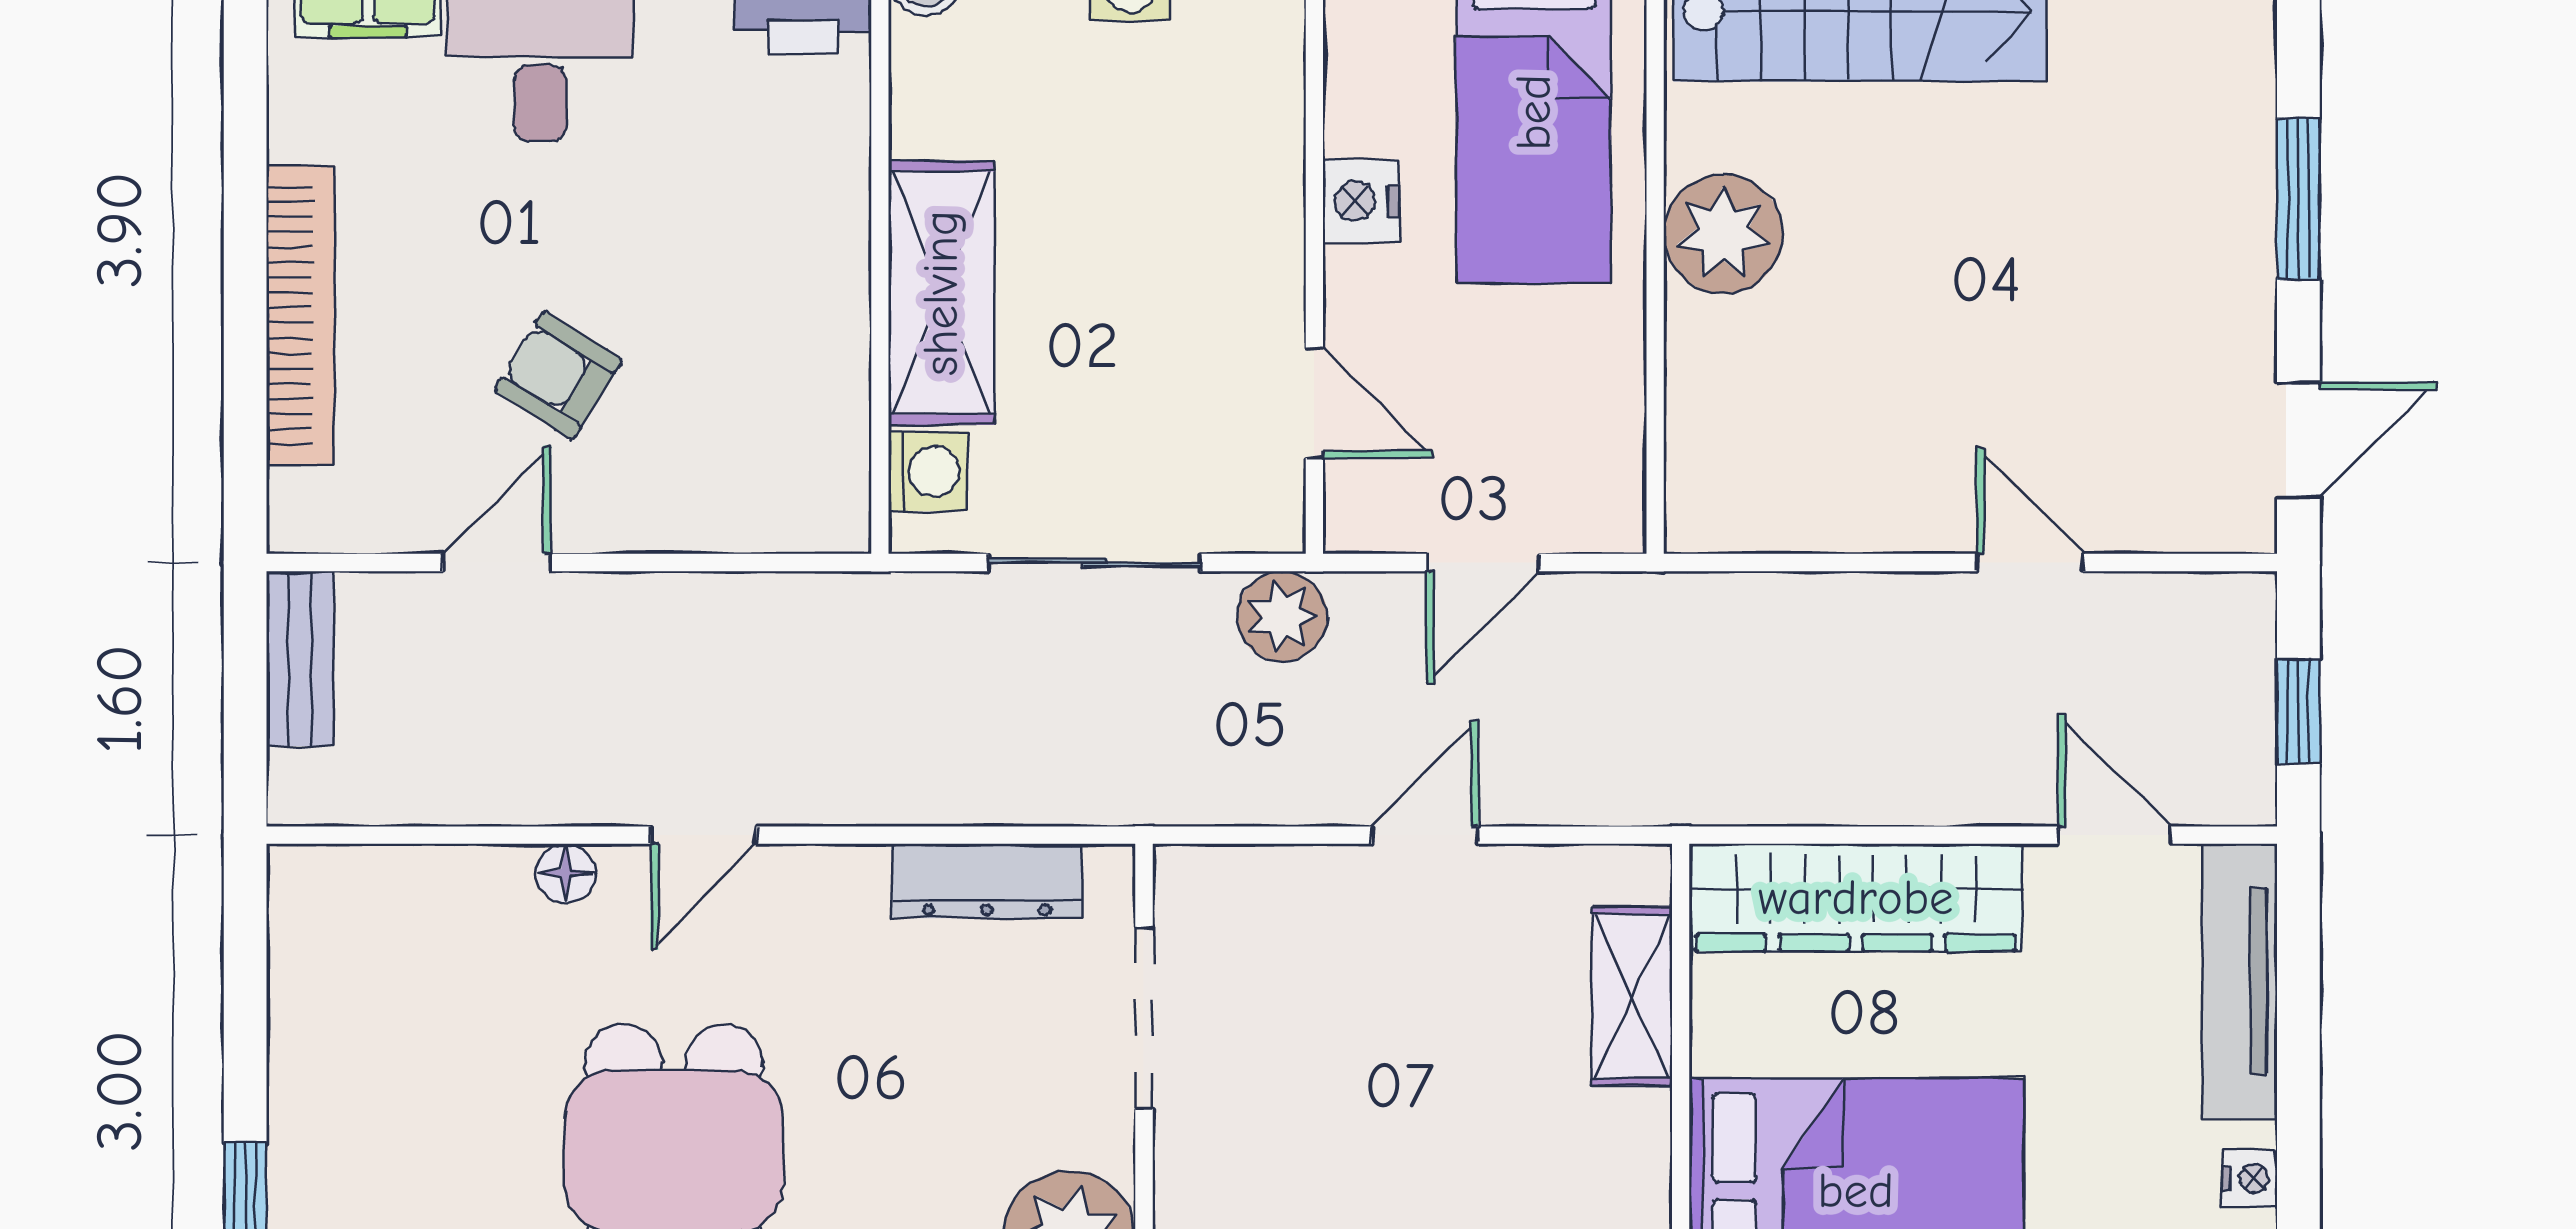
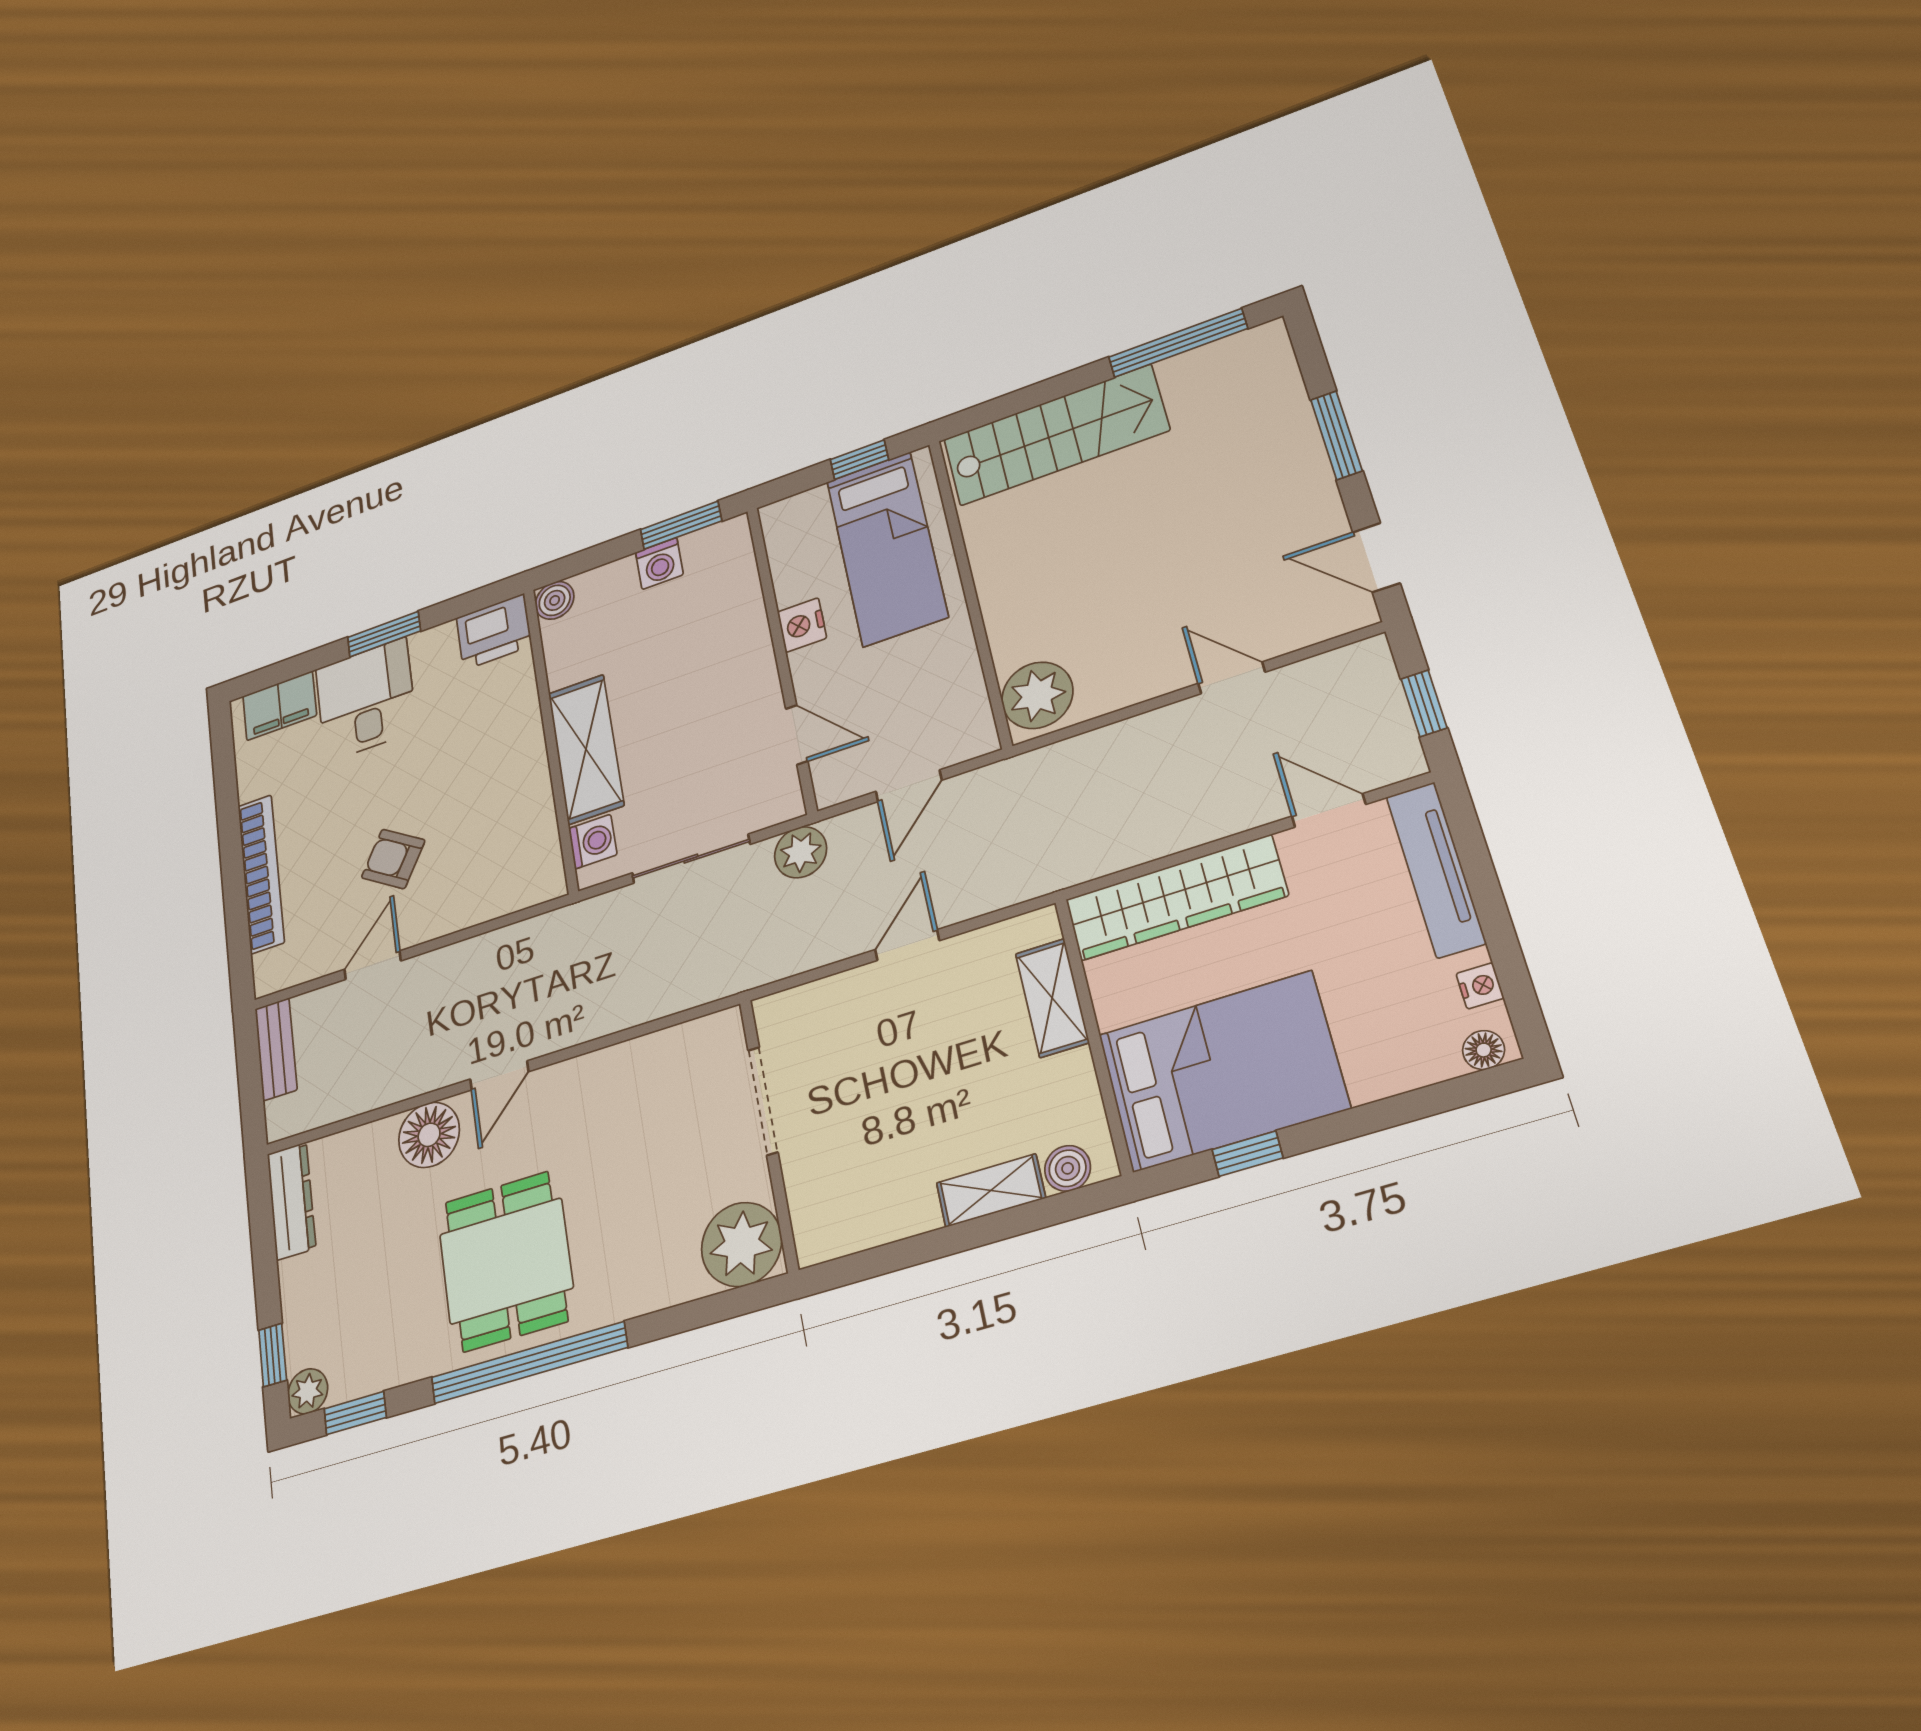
plant: (1723, 234) -> (1037, 695), moved
door: (2298, 440) -> (1376, 558), swing flipped
floor lamp: (566, 873) -> (429, 1135), width x1.89, depth x1.89
dresser: (987, 881) -> (291, 1201), moved, turned -90

